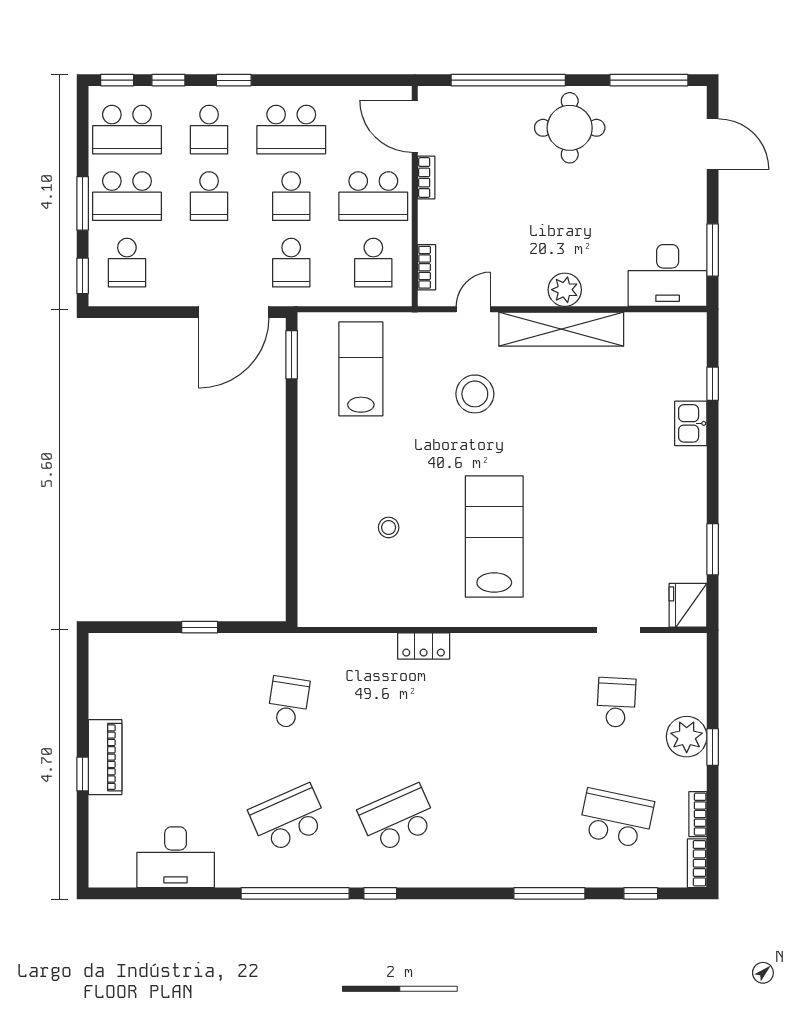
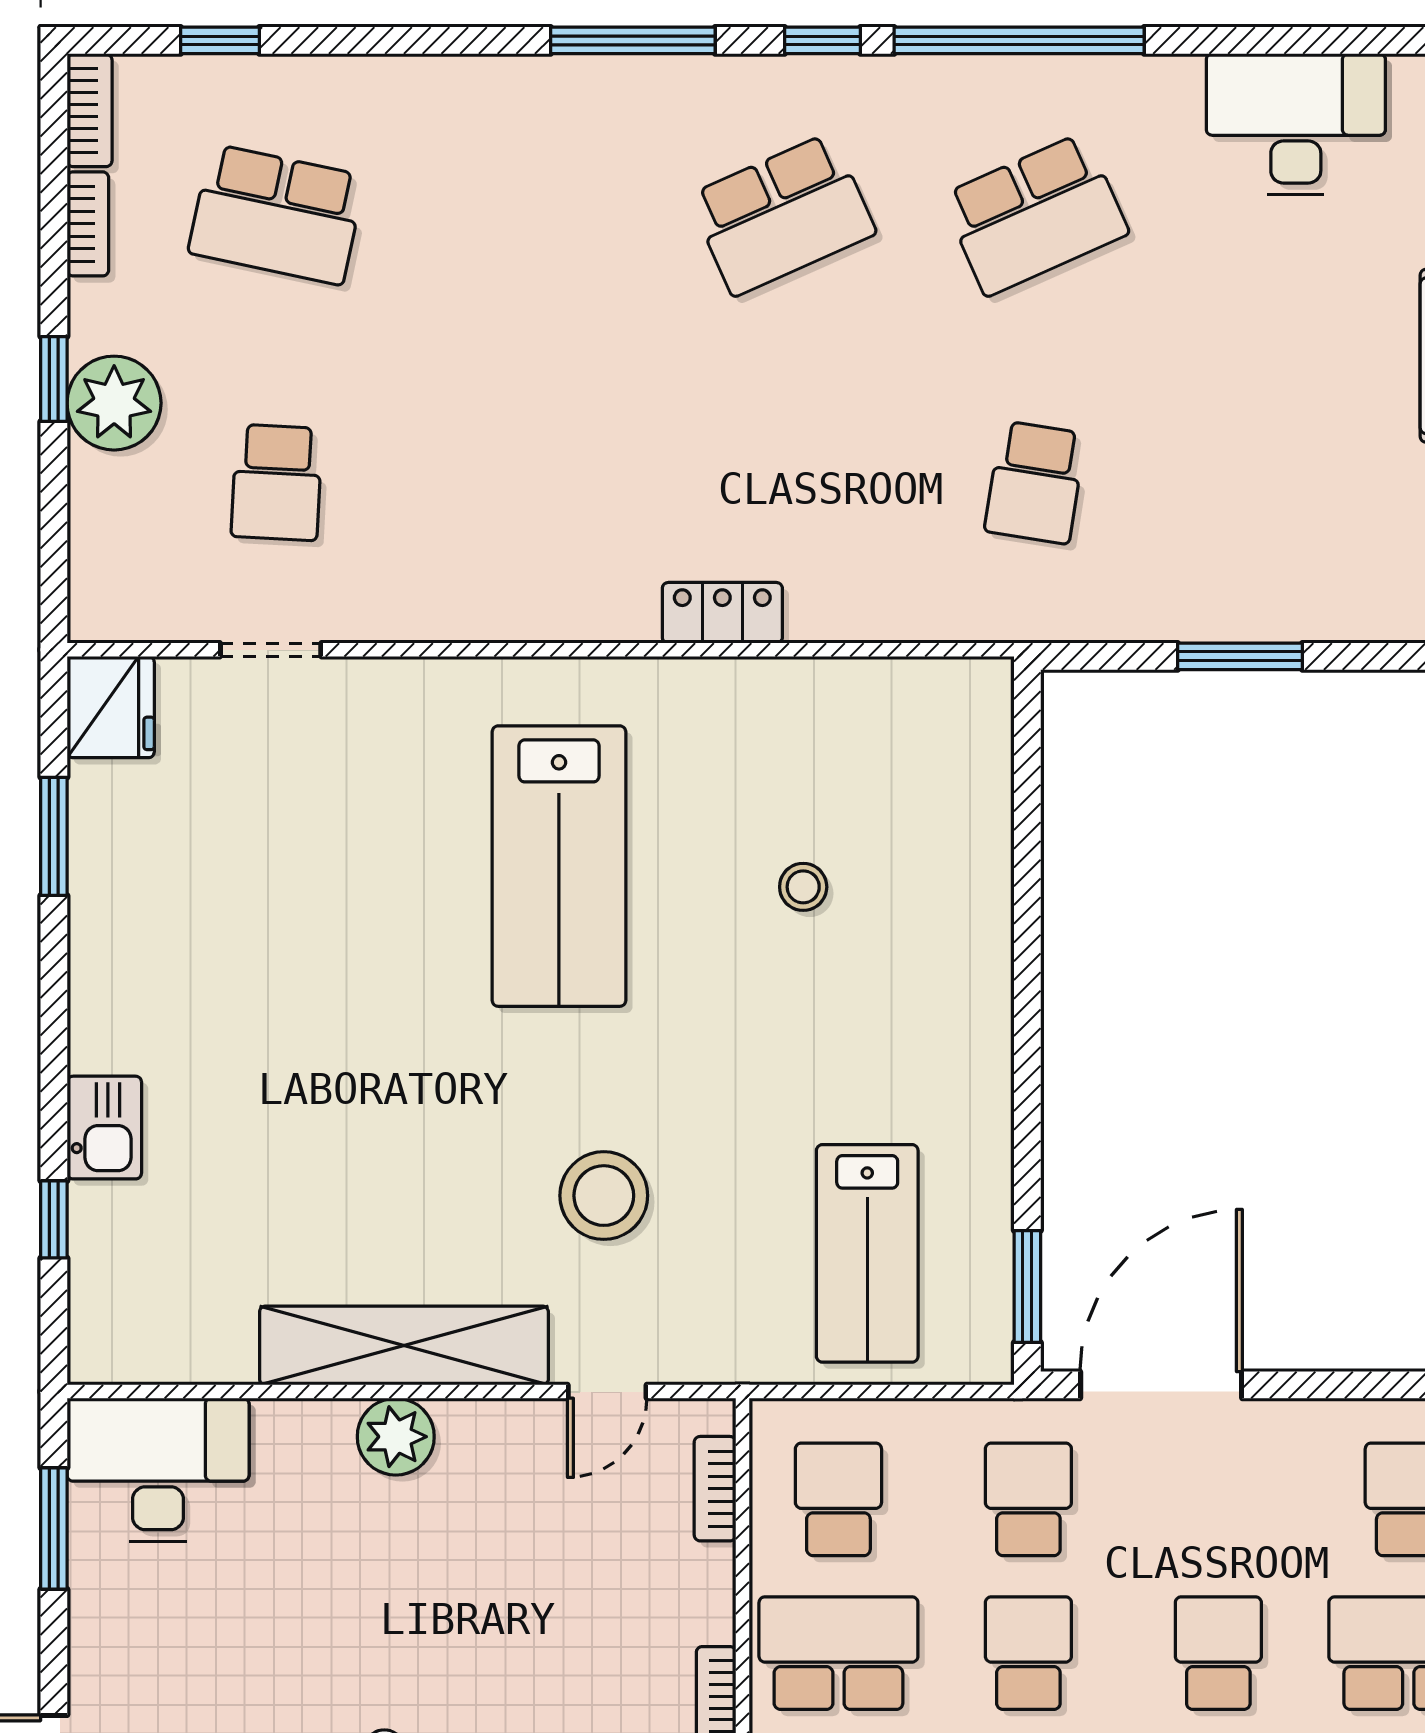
window: (200, 627) -> (1240, 656), width x1.50
window: (549, 893) -> (633, 40), moved

